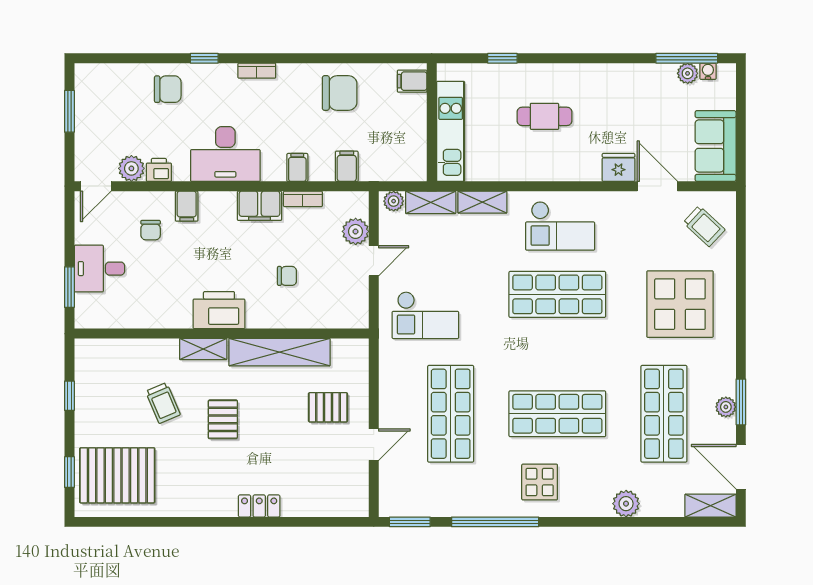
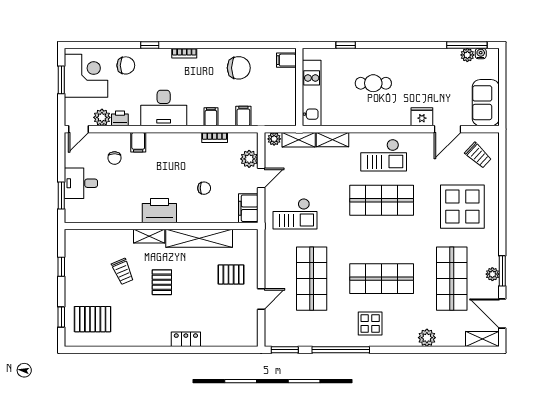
corner desk: (107, 105) -> (86, 76), added
door: (657, 186) -> (448, 129), swing flipped
filing cabinet: (259, 206) -> (248, 208), moved, turned 90
pallet: (117, 475) -> (93, 319), width x0.73, depth x0.71

